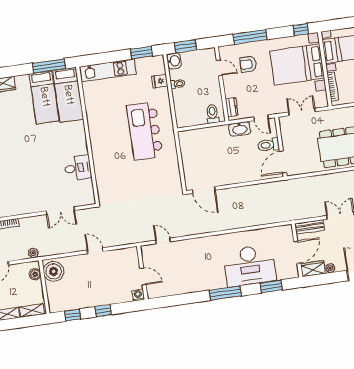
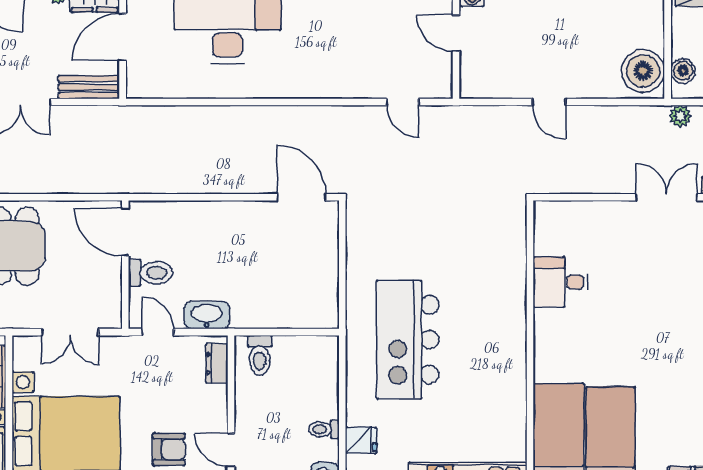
kitchen island: (145, 131) -> (408, 340), turned 180
door: (283, 162) -> (125, 232), swing flipped
double door: (60, 211) -> (667, 197), moved

